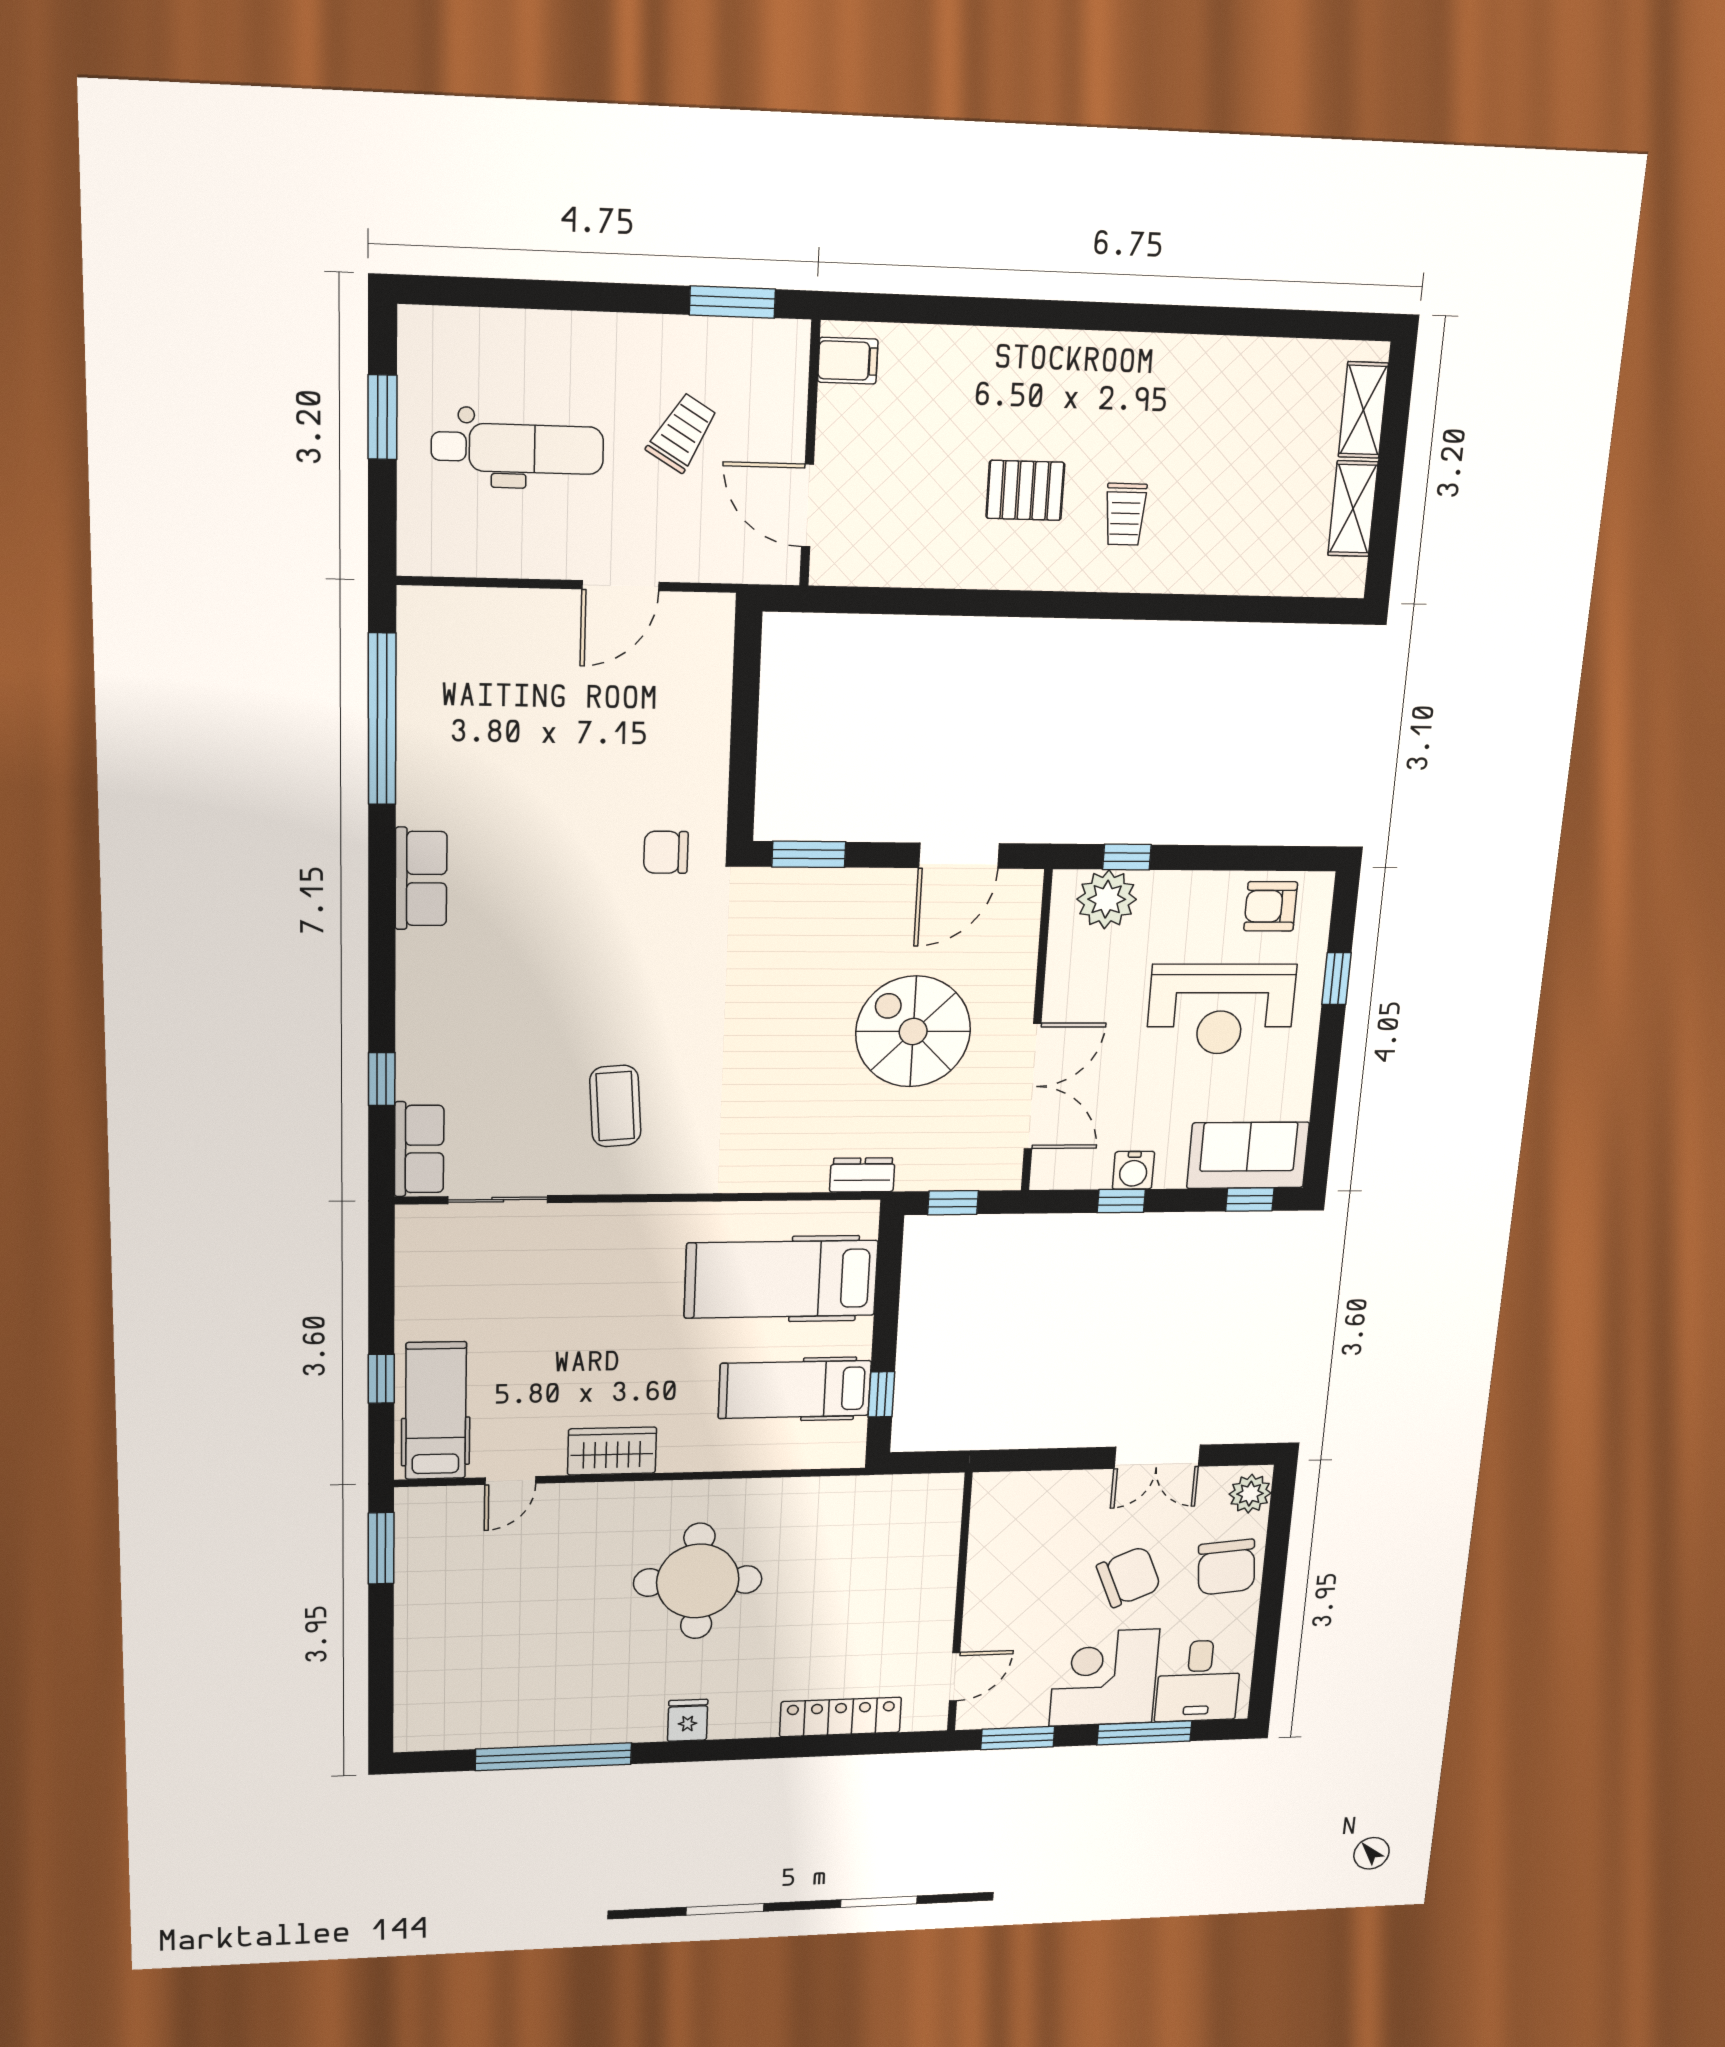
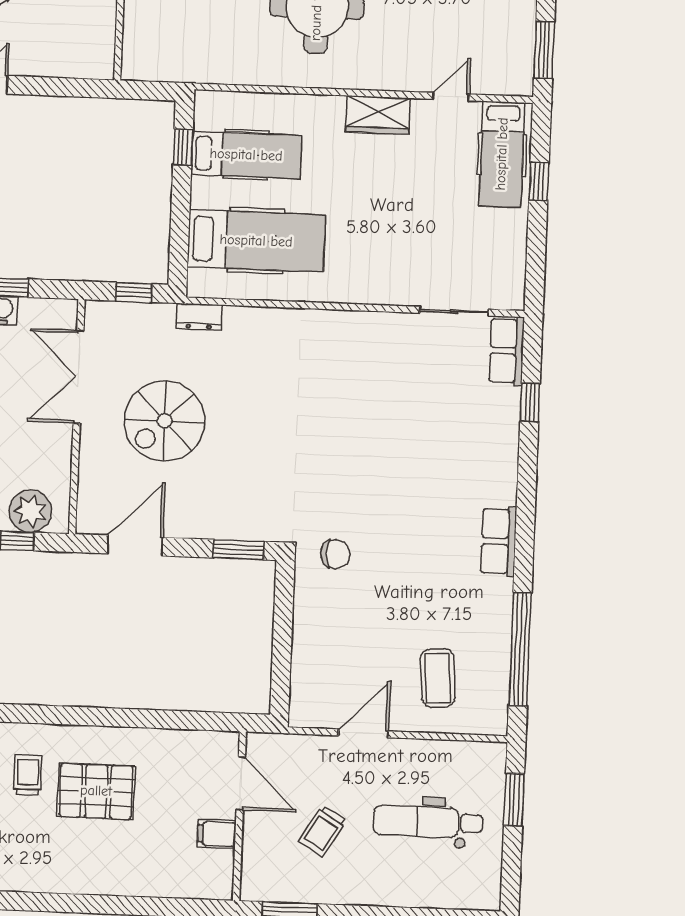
filing cabinet: (848, 361) -> (217, 834), moved
window: (383, 417) -> (514, 800), moved
pallet: (1025, 490) -> (96, 791), width x1.50, depth x1.42
spiral stairs: (913, 1031) -> (164, 421), turned 90
coffee table: (615, 1106) -> (438, 678), moved

